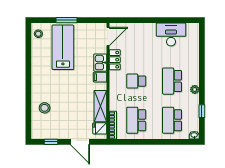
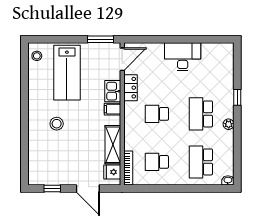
window: (67, 20) -> (101, 39), moved
desk: (171, 35) -> (183, 57), moved
lab bench: (63, 47) -> (67, 73), turned 180
stool: (45, 108) -> (57, 124), moved
window: (202, 111) -> (237, 97), moved
school desk: (136, 120) -> (157, 162), width x0.54

